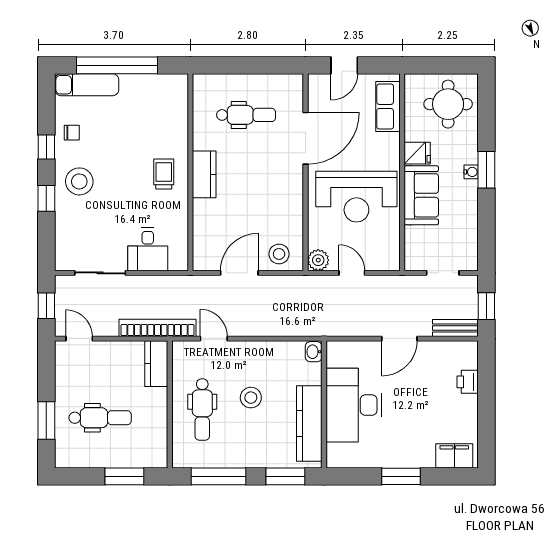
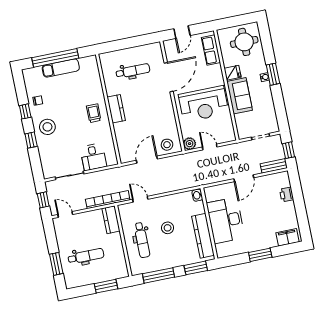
exam couch: (87, 85) -> (61, 68), moved

